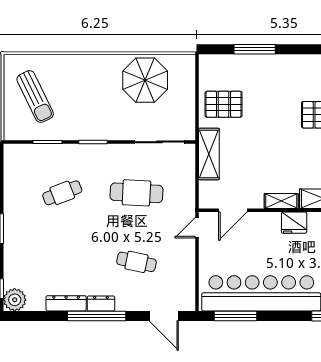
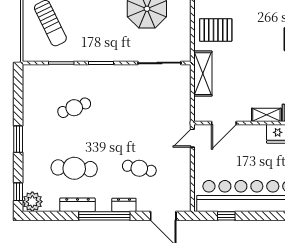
cafe table: (136, 193) -> (74, 168), moved
dresser: (101, 303) -> (124, 205), moved
window: (236, 316) -> (226, 216), width x0.46

